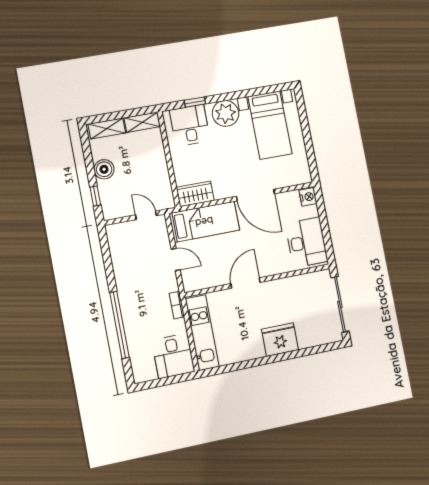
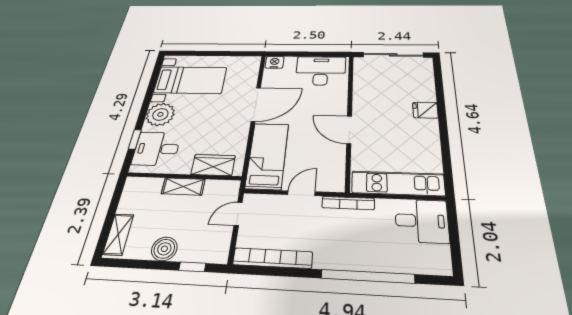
shelving: (142, 122) -> (183, 187), moved, turned 90
wardrobe: (195, 194) -> (213, 165), moved, turned 90
bookcase: (117, 253) -> (273, 258), added
bookcase: (177, 305) -> (348, 203), width x1.56
fridge: (280, 340) -> (425, 110), width x0.53, depth x0.75

